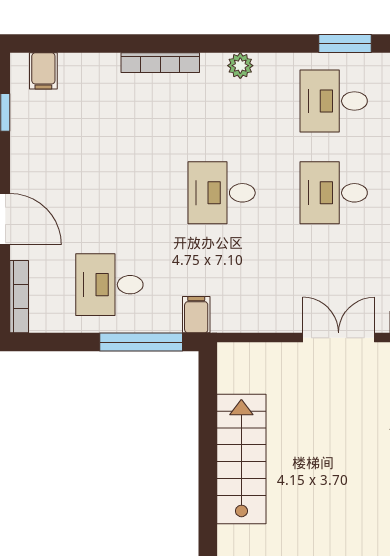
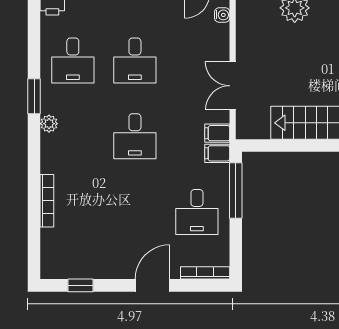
window: (345, 44) -> (34, 96), moved
bookcase: (160, 63) -> (47, 201), moved
filing cabinet: (43, 71) -> (217, 133), moved, turned 180
double door: (339, 338) -> (233, 86), moved

